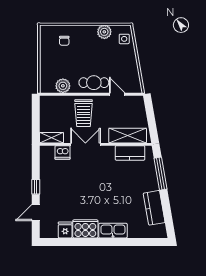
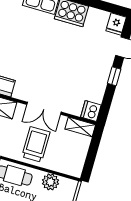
dishwasher: (63, 153) -> (91, 111), moved, turned -90
fridge: (65, 230) -> (116, 24), moved

